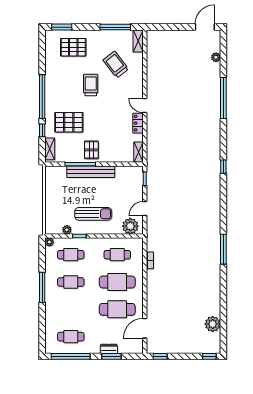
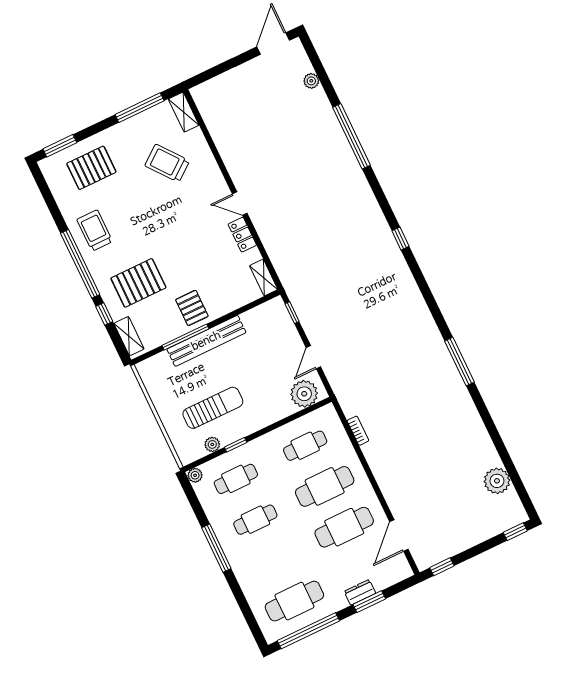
trolley: (91, 85) -> (95, 231), moved
sun lounger: (93, 214) -> (213, 408), moved
cafe table: (71, 337) -> (294, 601), width x1.37, depth x1.35

